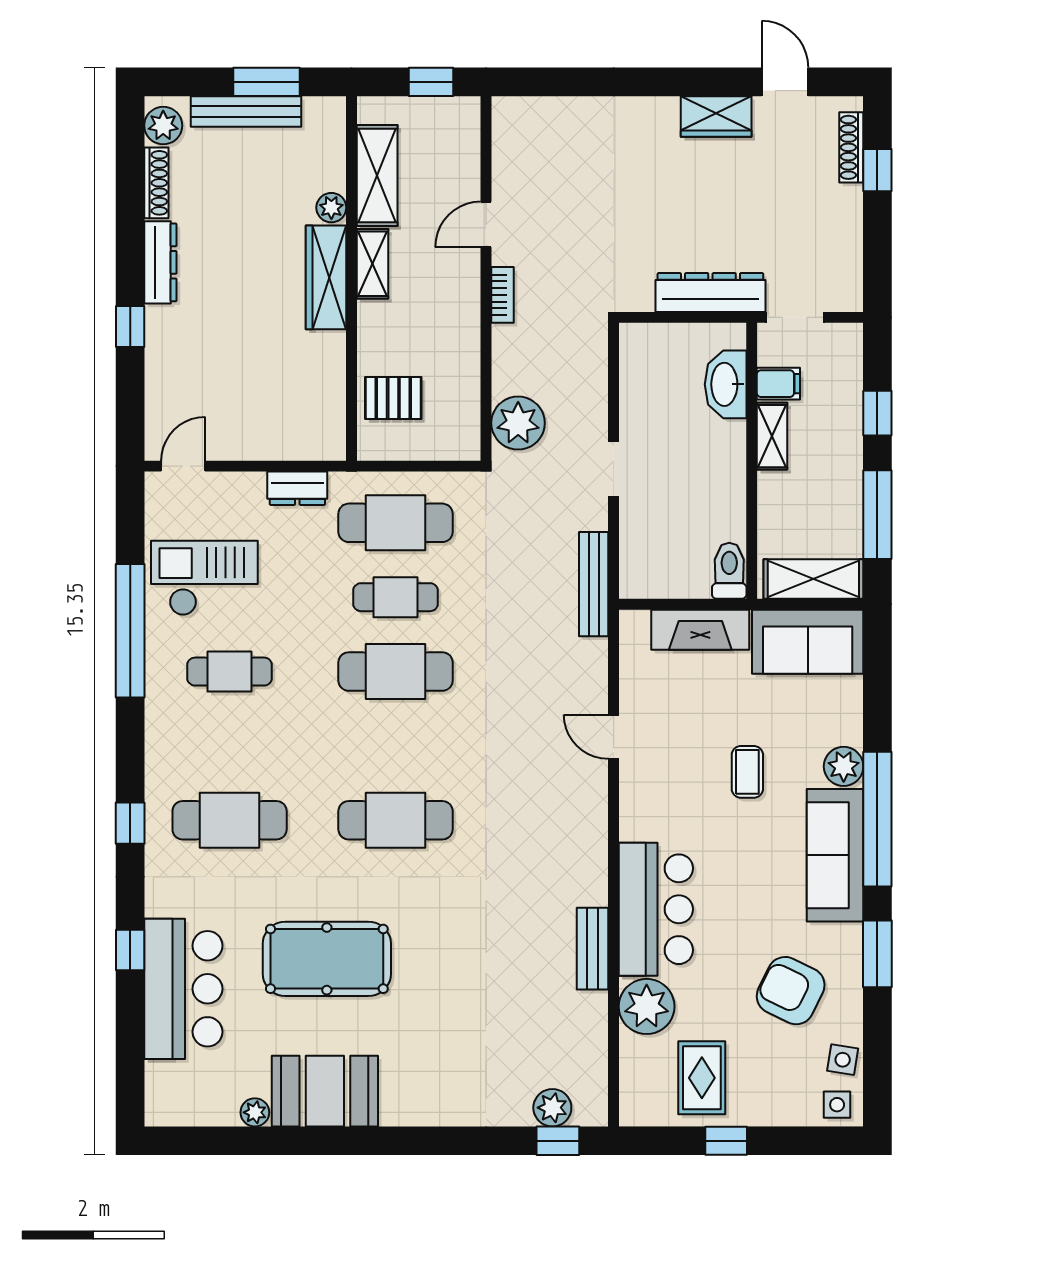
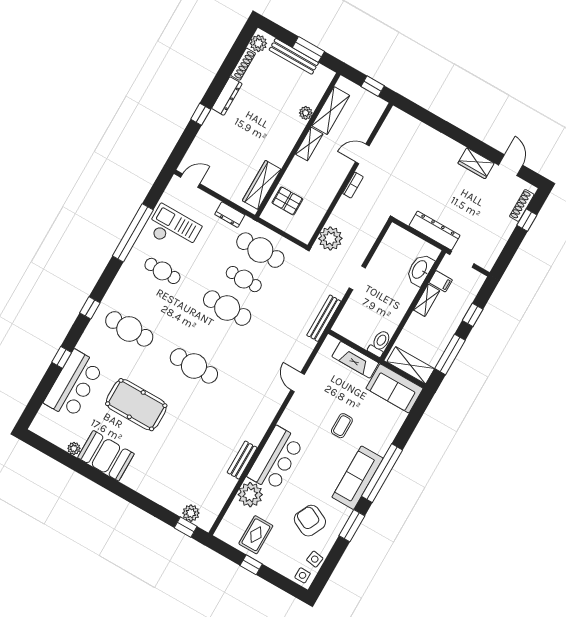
wardrobe: (326, 277) -> (262, 185), moved
plant: (844, 766) -> (381, 445), removed

